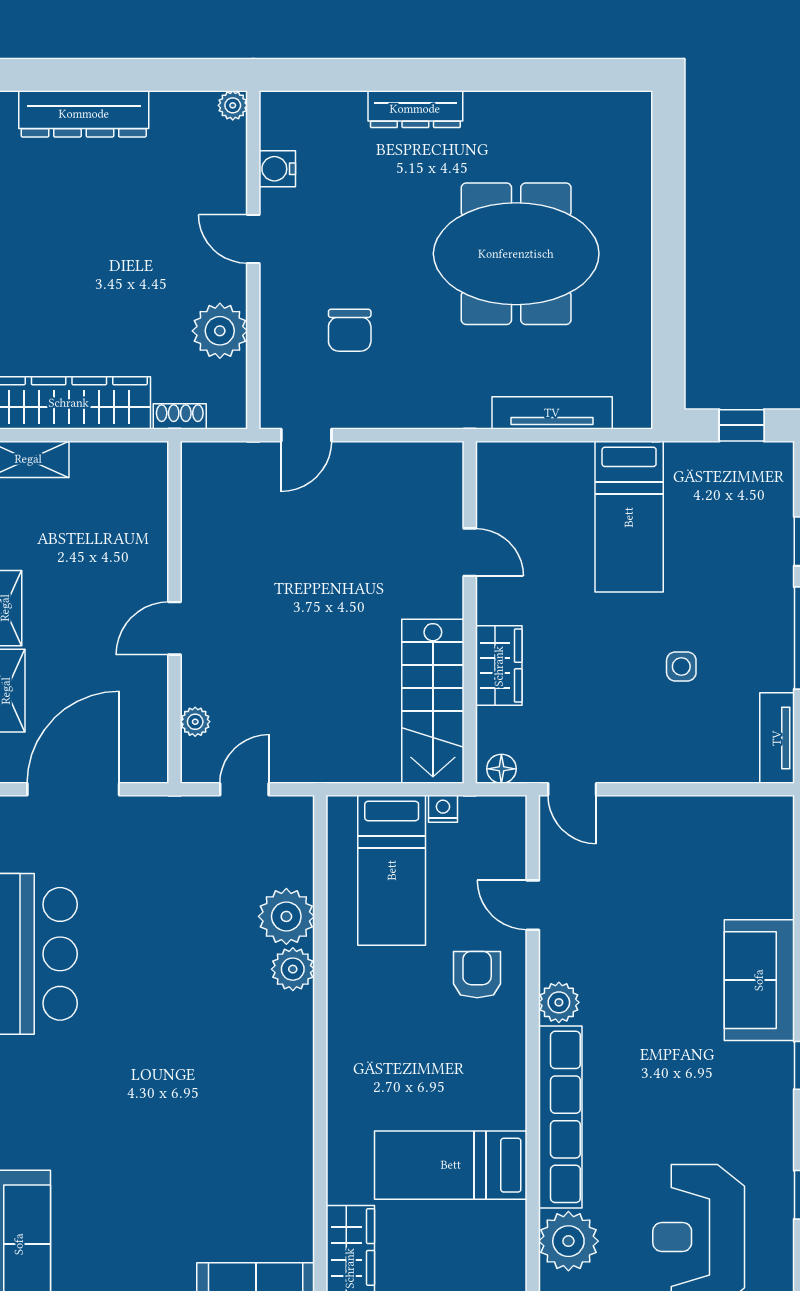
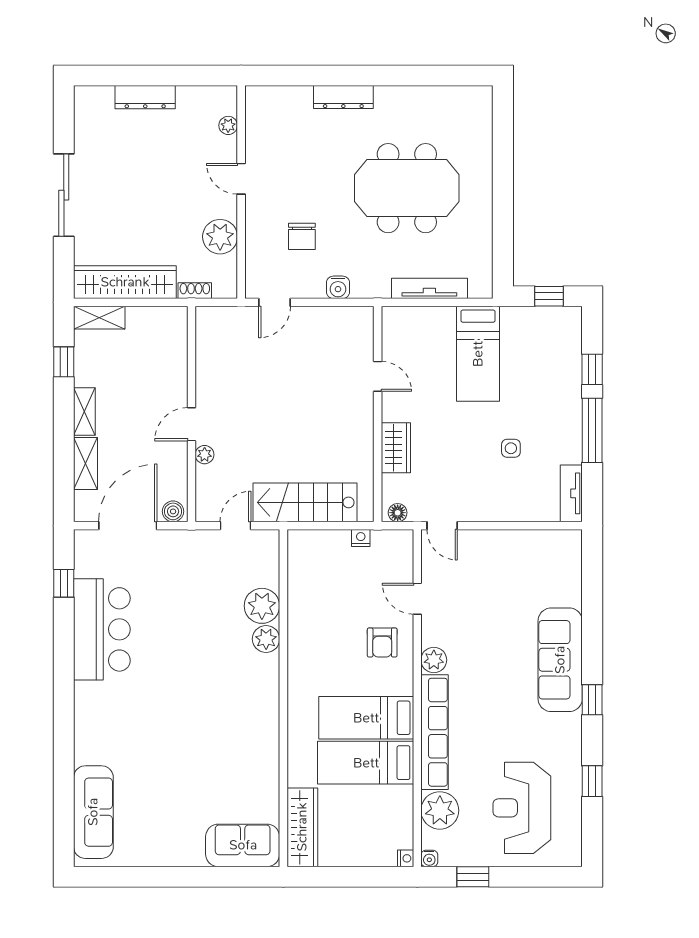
plant: (233, 105) -> (228, 125), moved
dresser: (84, 114) -> (145, 97), width x0.73, depth x0.80
water cooler: (277, 169) -> (338, 287), moved, turned -90
stairs: (433, 701) -> (305, 502), moved, turned 90
plant: (195, 722) -> (205, 455), moved
boiler: (145, 767) -> (173, 511), added
bed: (392, 870) -> (366, 718), moved, turned 90
armchair: (477, 975) -> (382, 642), turned 180
sofa: (759, 980) -> (560, 660), width x1.36

